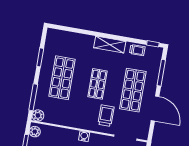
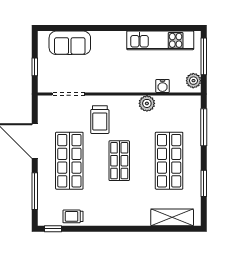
shelving: (110, 45) -> (172, 217), moved
plant: (38, 115) -> (147, 103), moved
water cooler: (84, 136) -> (163, 86), moved

